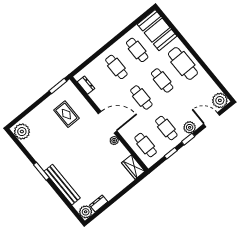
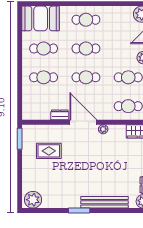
cafe table: (183, 63) -> (86, 20), width x0.73, depth x0.74
dresser: (86, 85) -> (60, 115), moved
door: (108, 122) -> (83, 122), hinge flipped

